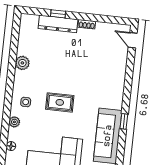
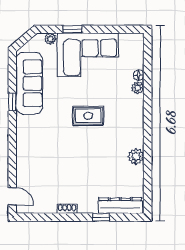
dresser: (58, 24) -> (120, 206), moved
side table: (26, 102) -> (127, 112), removed
floor lamp: (11, 146) -> (139, 75), moved

